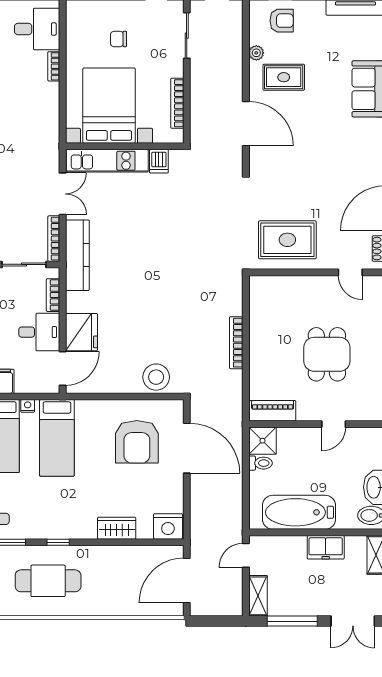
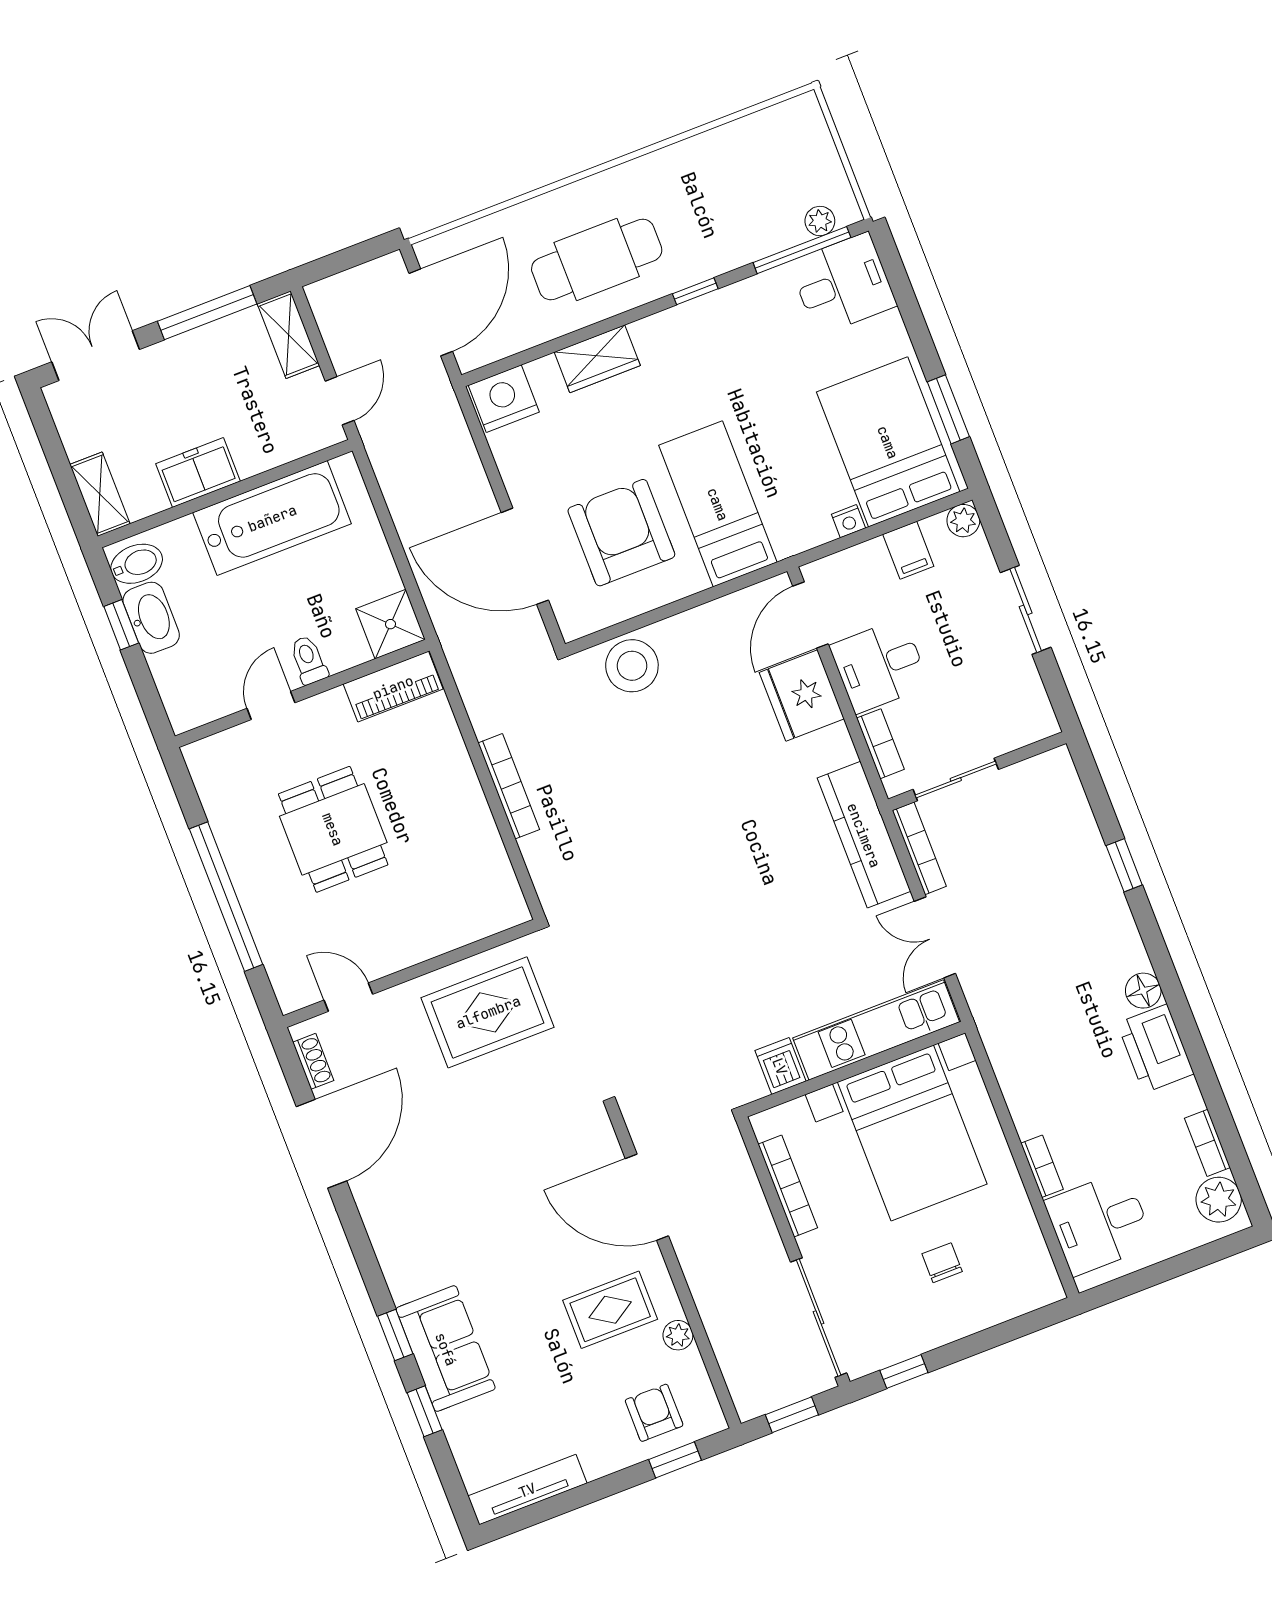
armchair: (282, 21) -> (654, 1413), turned 90
sliding door: (187, 36) -> (819, 1318), width x1.37
chair: (118, 39) -> (942, 1263), turned -90
bed: (57, 438) -> (718, 504), moved
toilet: (260, 463) -> (309, 660), moved, turned 90
cafe table: (48, 581) -> (597, 259), moved

